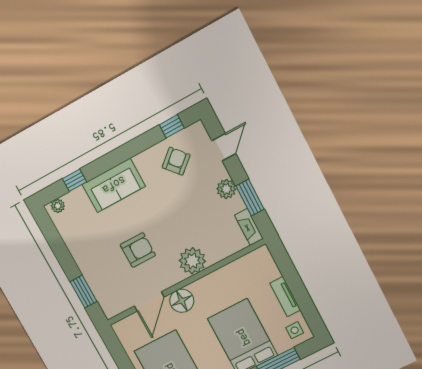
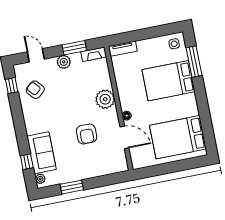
sofa: (114, 185) -> (42, 153), moved
armchair: (138, 250) -> (87, 134), turned 180
window: (83, 292) -> (72, 187), moved
tv unit: (285, 297) -> (123, 49), moved
floor lamp: (182, 301) -> (127, 116), width x0.53, depth x0.53

